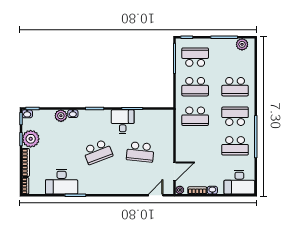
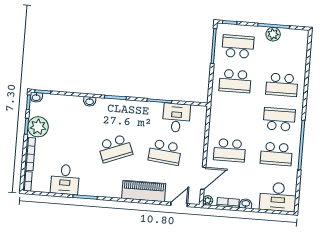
plant: (242, 44) -> (273, 34), moved
plant: (61, 116) -> (75, 103), removed
school desk: (195, 116) -> (230, 150), moved
desk: (123, 122) -> (176, 118), moved
desk: (62, 182) -> (65, 179), width x0.73
piano: (125, 186) -> (144, 191), added

